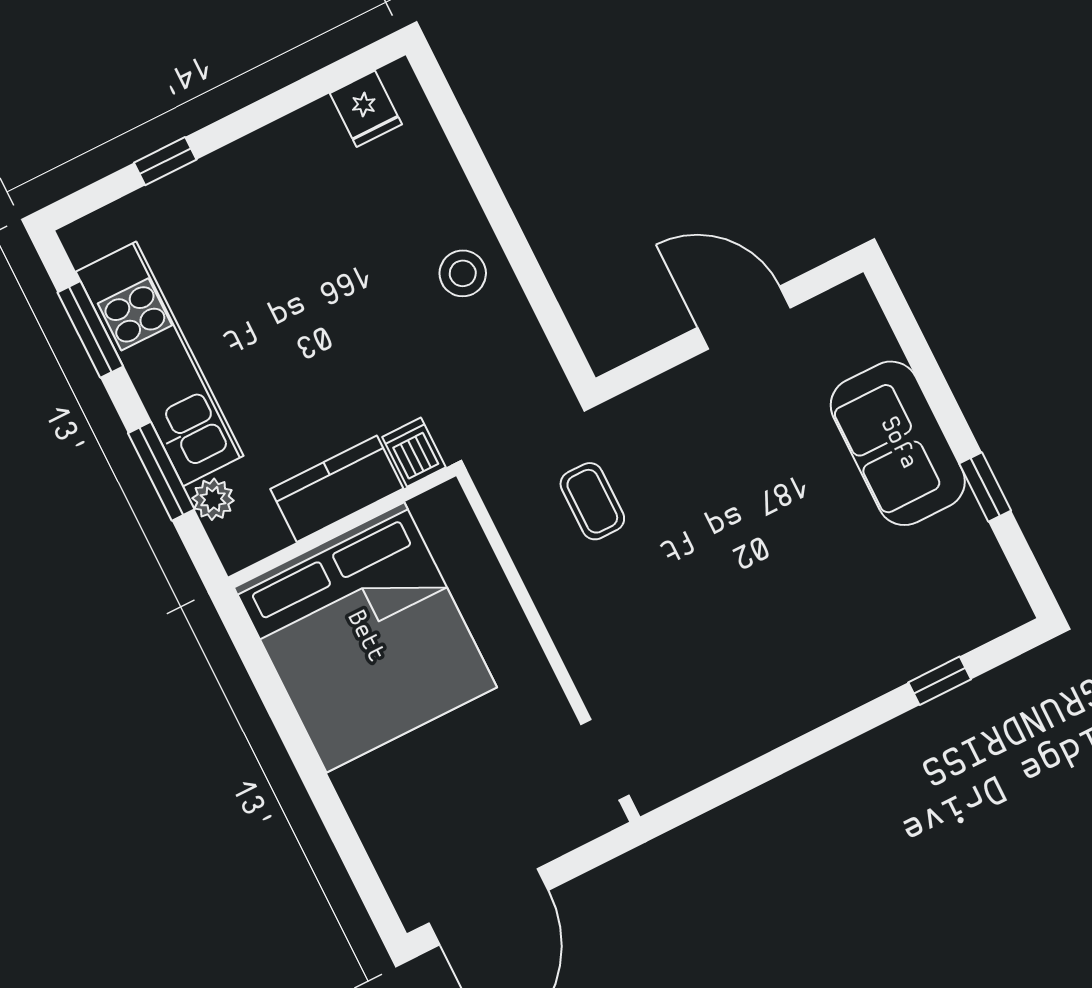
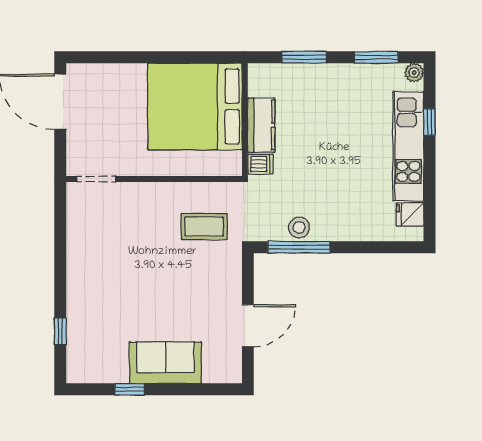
stool: (463, 273) -> (299, 228), moved
window: (540, 295) -> (299, 247), added
kitchen unit: (160, 364) -> (408, 146), moved, turned 90
plant: (213, 499) -> (414, 73), moved
coffee table: (592, 501) -> (204, 227), width x1.36, depth x1.30

